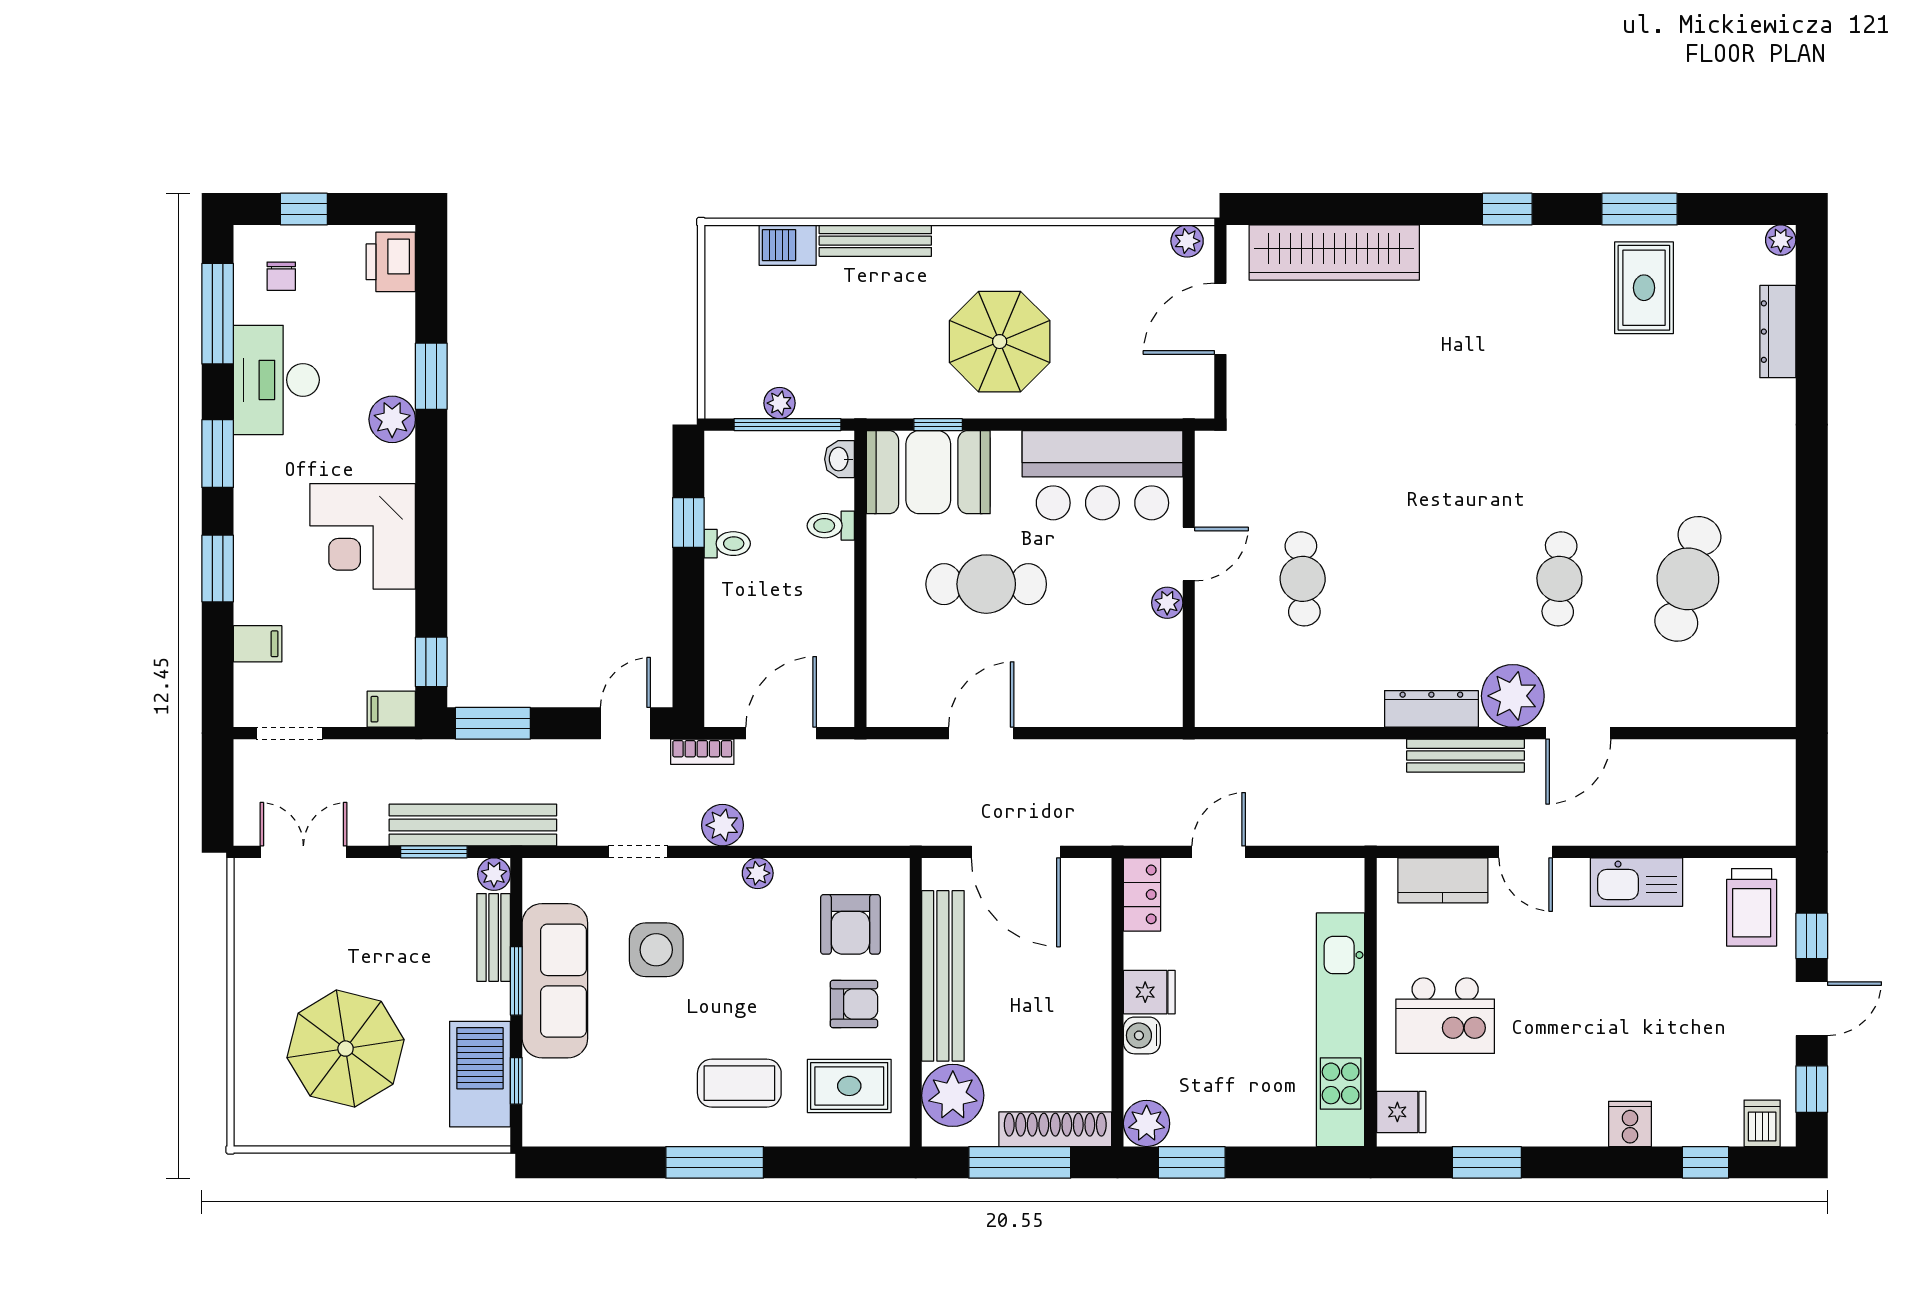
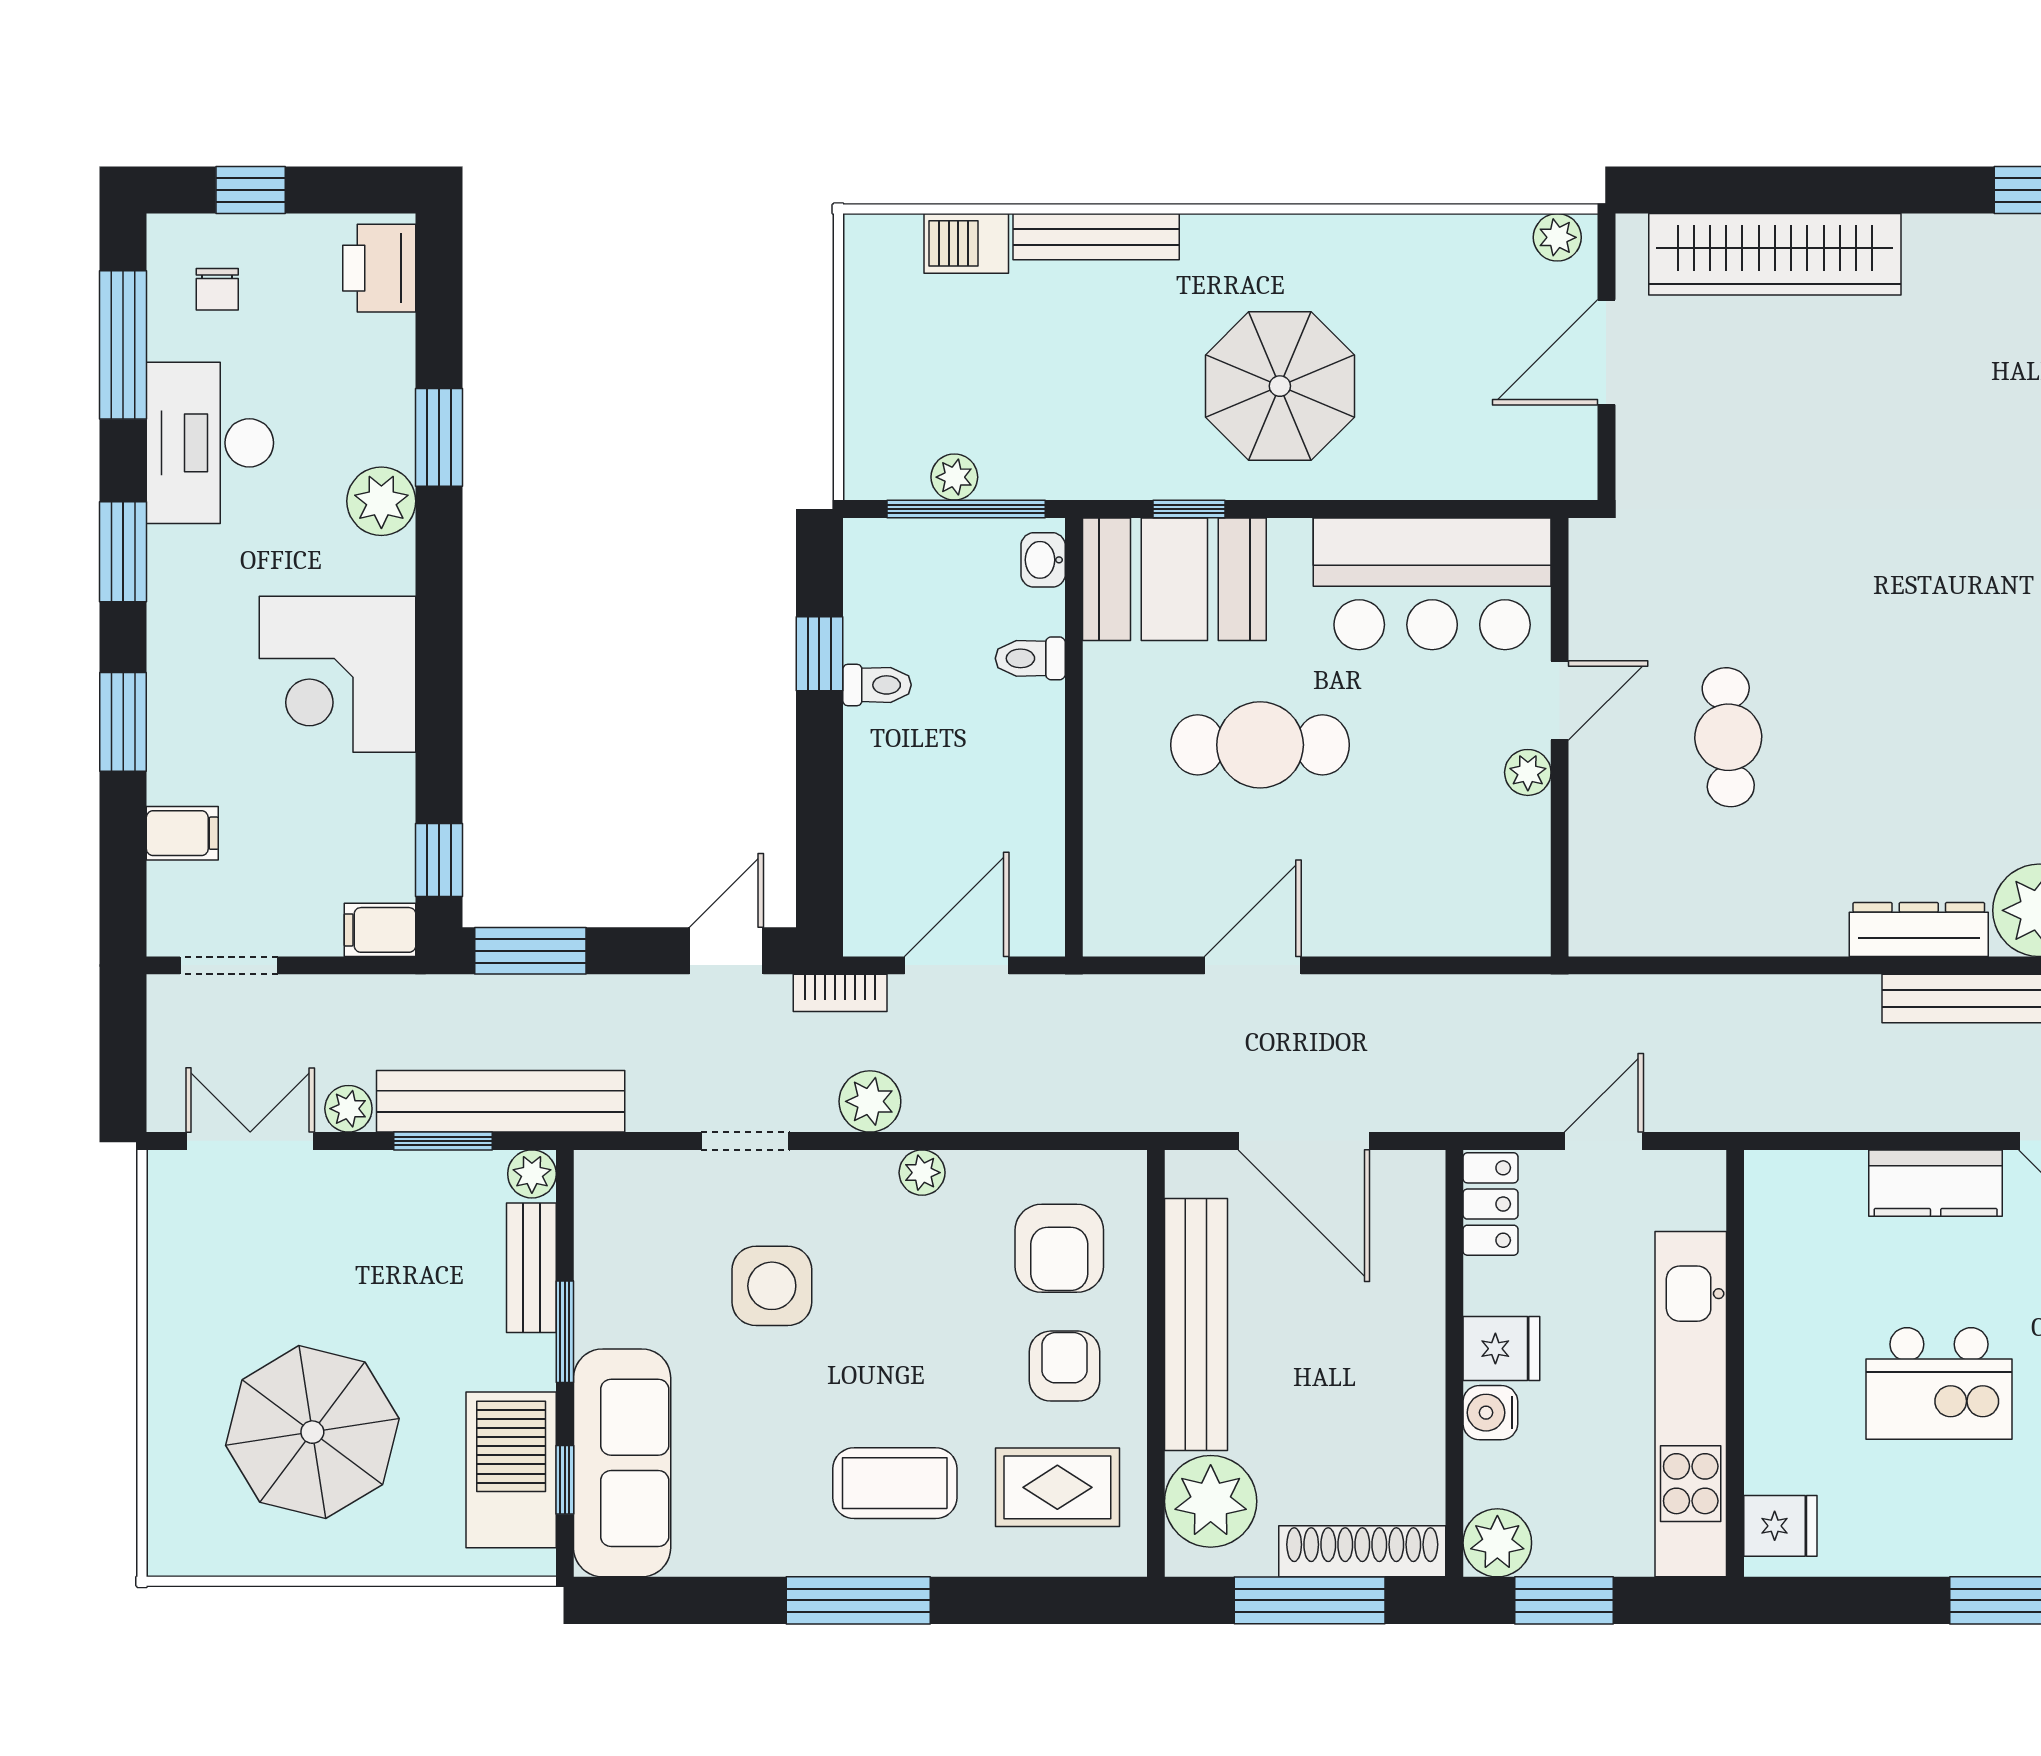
plant: (370, 830) -> (348, 1109), added
sofa: (555, 981) -> (622, 1463), moved
wall: (1371, 1002) -> (1735, 1363), moved
armchair: (854, 1004) -> (1064, 1366), turned -90
kitchen unit: (1341, 1030) -> (1691, 1404), moved
fridge: (1401, 1112) -> (1780, 1526), moved

